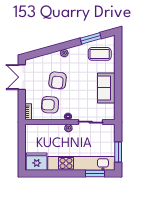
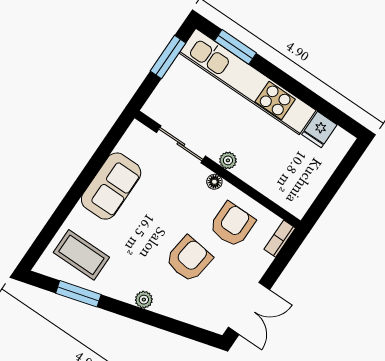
armchair: (50, 105) -> (232, 225), turned -93
fridge: (37, 162) -> (319, 130), width x0.53, depth x0.75

